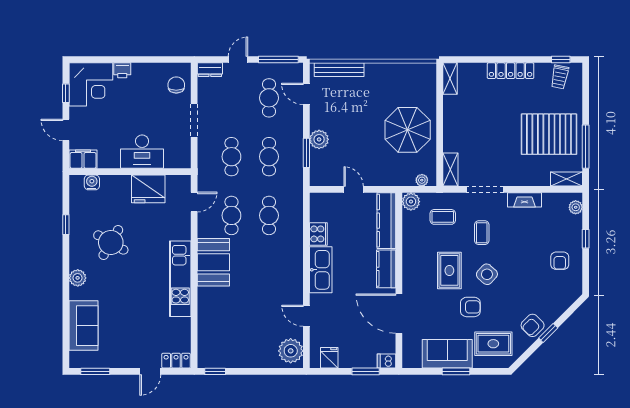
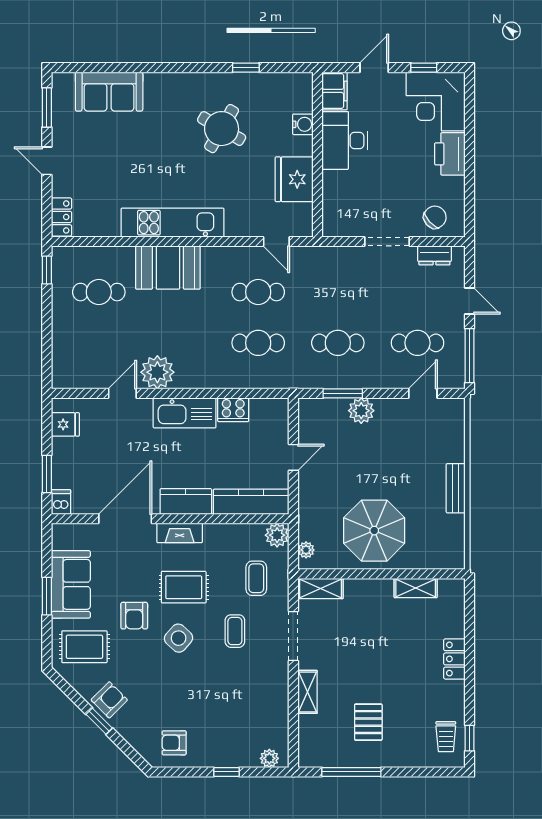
printer: (122, 70) -> (450, 154), width x1.87, depth x1.48
dresser: (210, 70) -> (434, 255), moved, turned -90
bench: (339, 70) -> (456, 488), moved, width x0.73
locker: (511, 71) -> (454, 659), width x0.66
trolley: (560, 77) -> (446, 737), turned -101
shelving: (450, 79) -> (416, 588), moved
chair: (176, 85) -> (435, 217), turned -42
pallet: (549, 134) -> (368, 722), width x0.49, depth x0.50
desk: (142, 152) -> (345, 141), moved
cafe table: (231, 157) -> (99, 292), moved
shelving: (567, 179) -> (307, 692), moved
water cooler: (92, 182) -> (303, 124), moved
fireplace: (525, 200) -> (180, 533), moved, turned -90
coffee table: (482, 233) -> (235, 631), turned 90
armchair: (560, 261) -> (174, 743), moved
booth: (213, 262) -> (168, 268), moved
plant: (78, 278) -> (174, 84), removed
armchair: (533, 325) -> (109, 700), turned 90
rug: (493, 344) -> (84, 647), turned 90
plant: (291, 351) -> (157, 372), moved
door: (150, 371) -> (47, 161), moved

